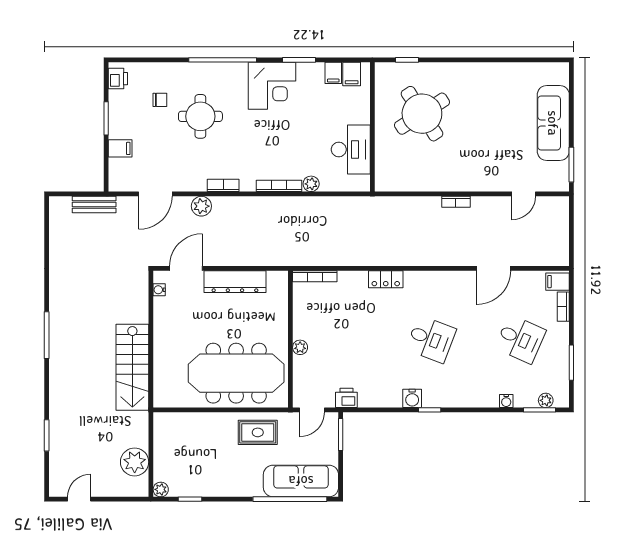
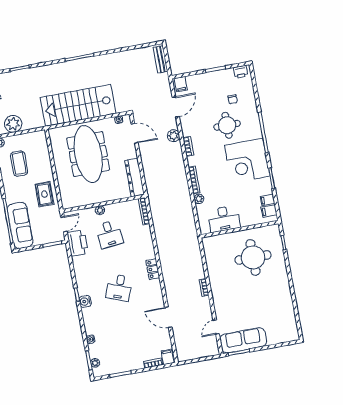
corner desk: (272, 86) -> (247, 161), width x1.36, depth x1.36
round table: (422, 114) -> (253, 257), turned 33
sofa: (553, 123) -> (243, 340), moved
filing cabinet: (120, 148) -> (181, 84), moved
door: (155, 194) -> (176, 107), swing flipped
door: (524, 194) -> (216, 327), hinge flipped
bench: (94, 205) -> (160, 59), moved
locker: (386, 279) -> (153, 269), moved
dresser: (235, 282) -> (134, 177), moved
desk: (520, 339) -> (109, 234), moved, turned -30
stairs: (132, 367) -> (78, 105), width x1.36, depth x1.51
meeting table: (236, 373) -> (88, 154), moved
printer: (346, 398) -> (78, 243), width x1.87, depth x1.48
water cooler: (412, 398) -> (85, 301), moved
door: (312, 410) -> (64, 224), swing flipped
coffee table: (201, 464) -> (19, 164), added

